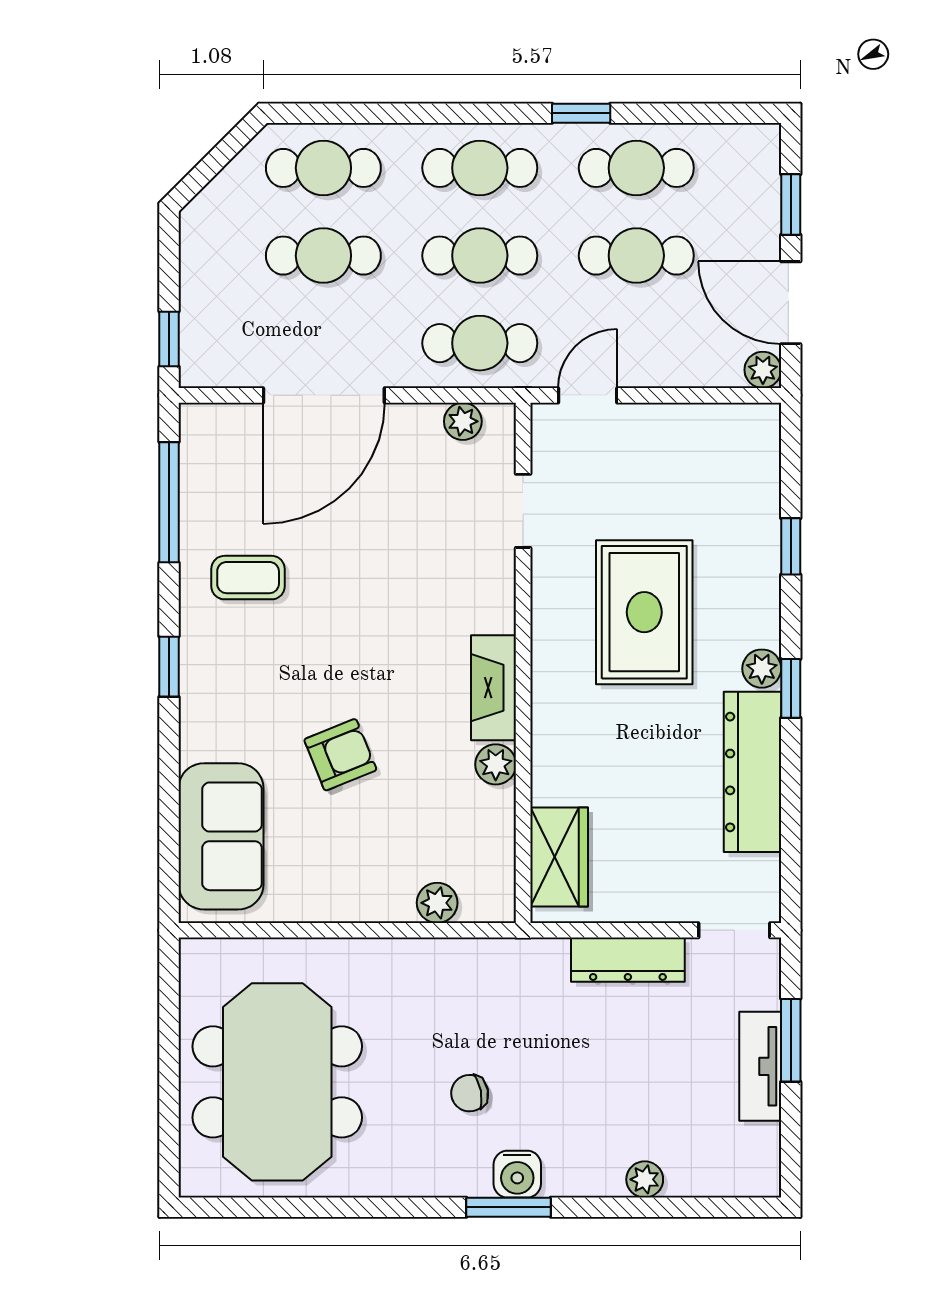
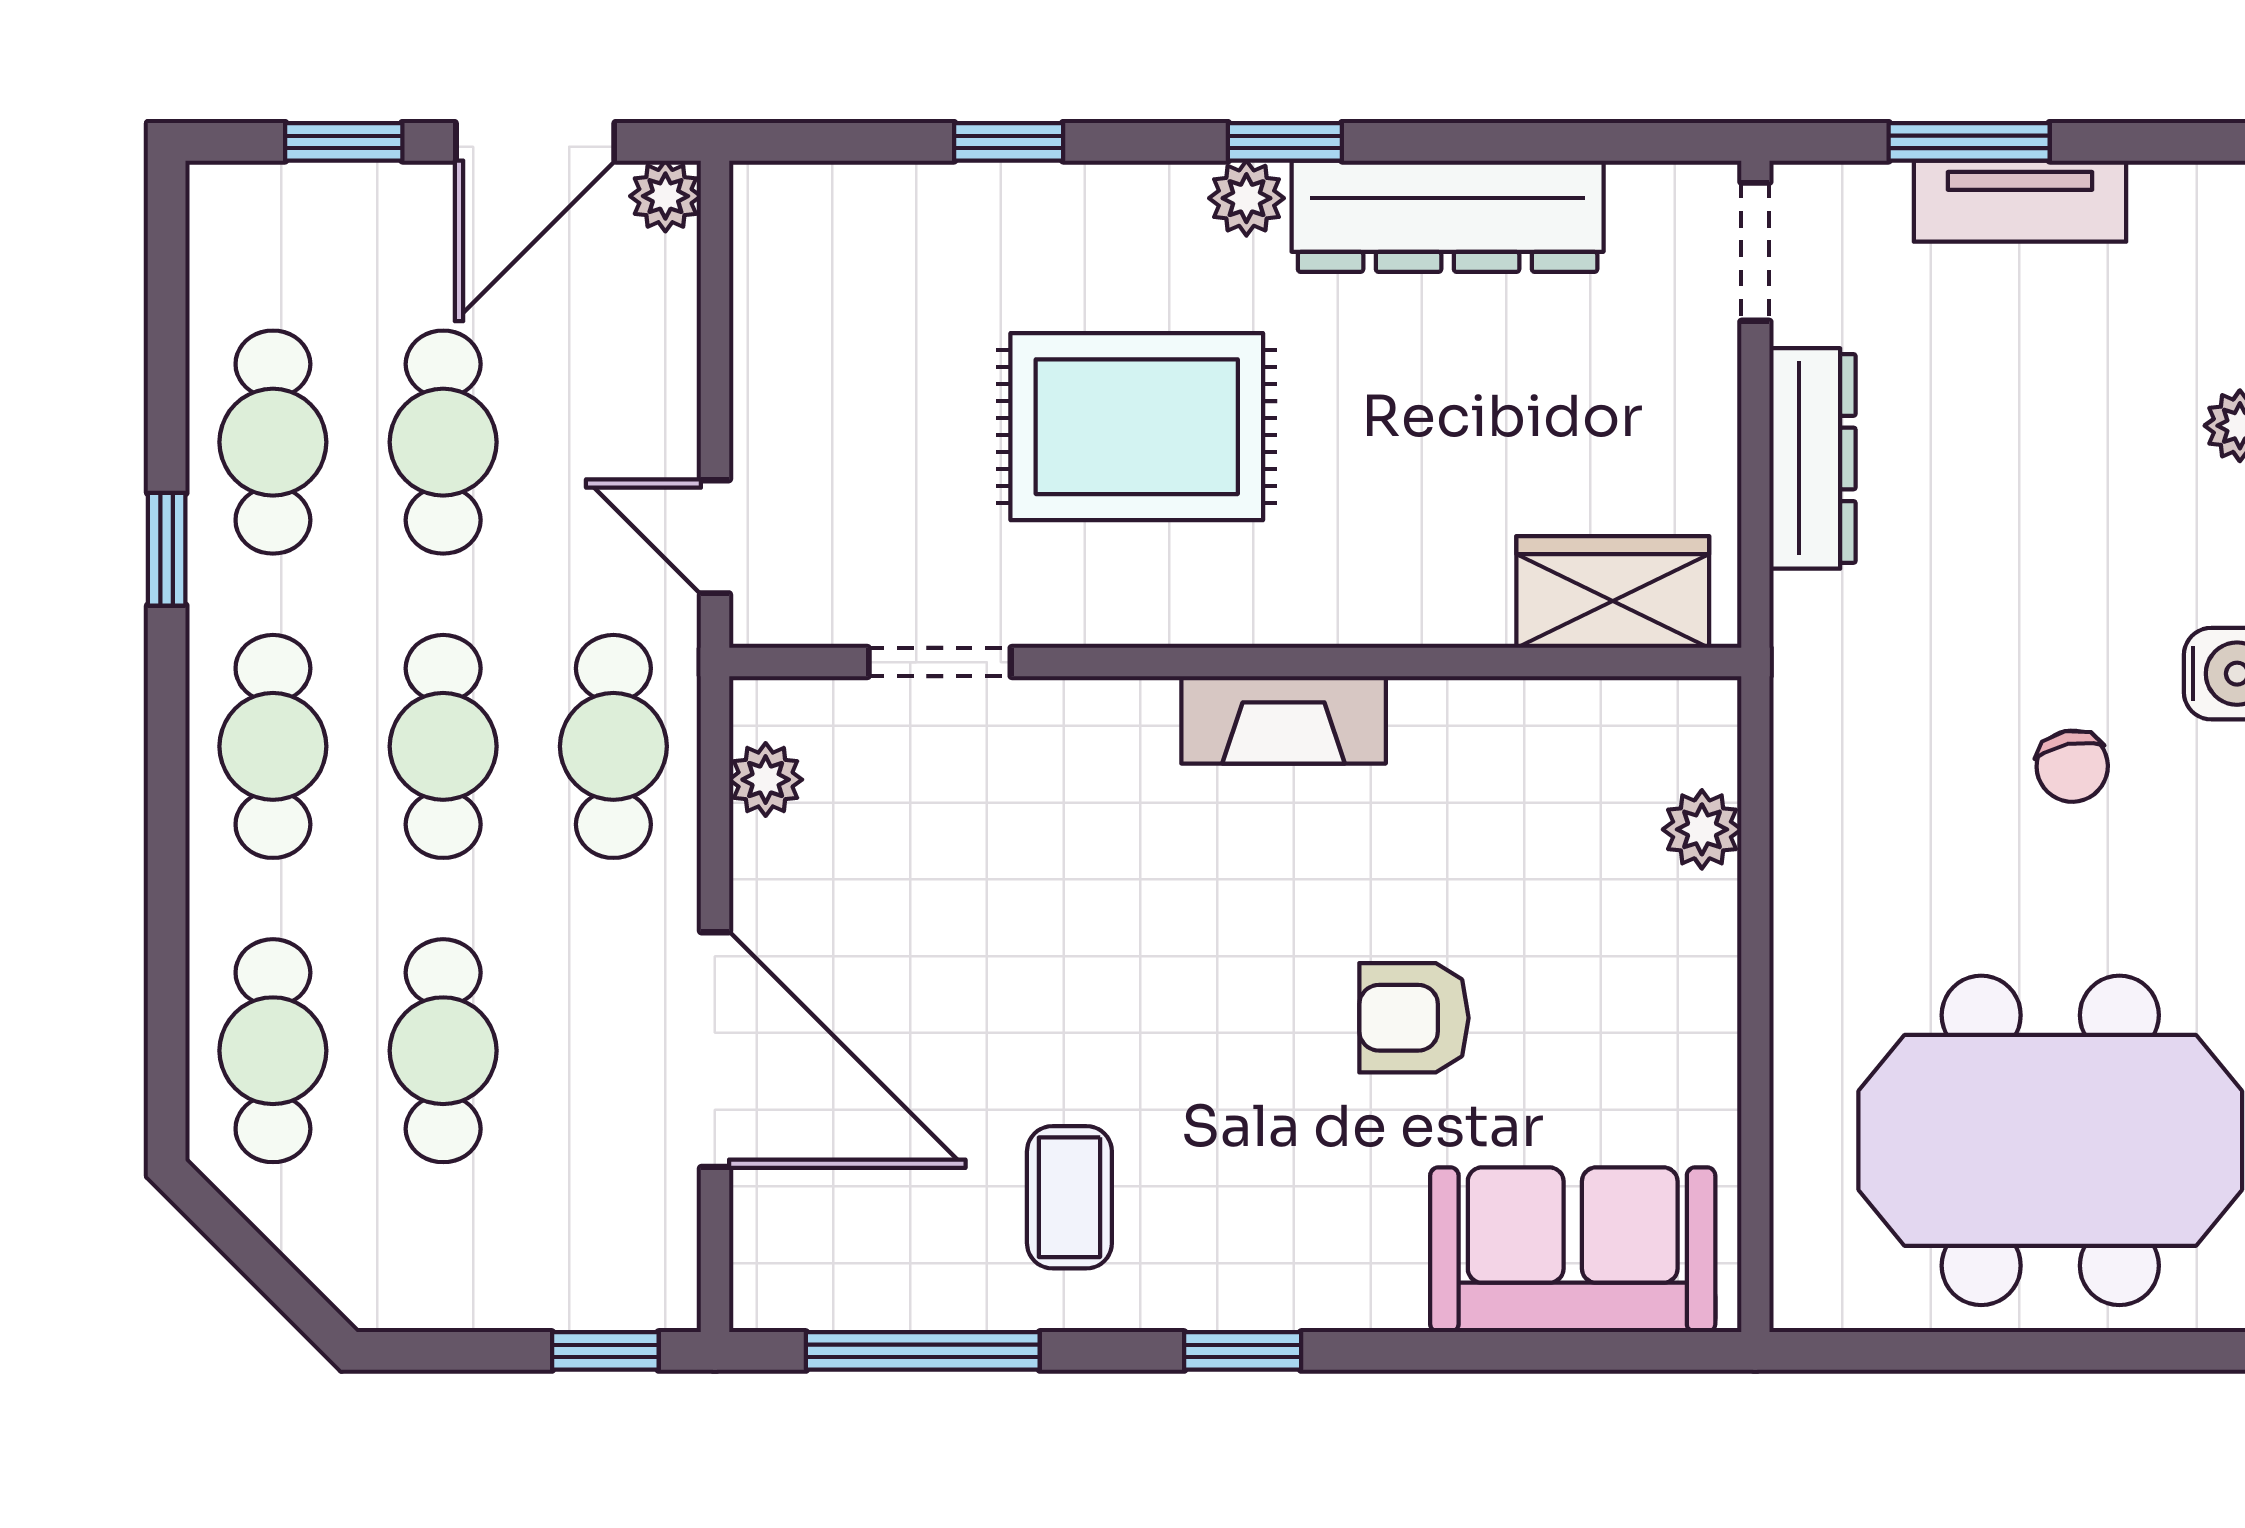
armchair: (340, 755) -> (1414, 1018), turned -68
plant: (496, 764) -> (1433, 715), removed

